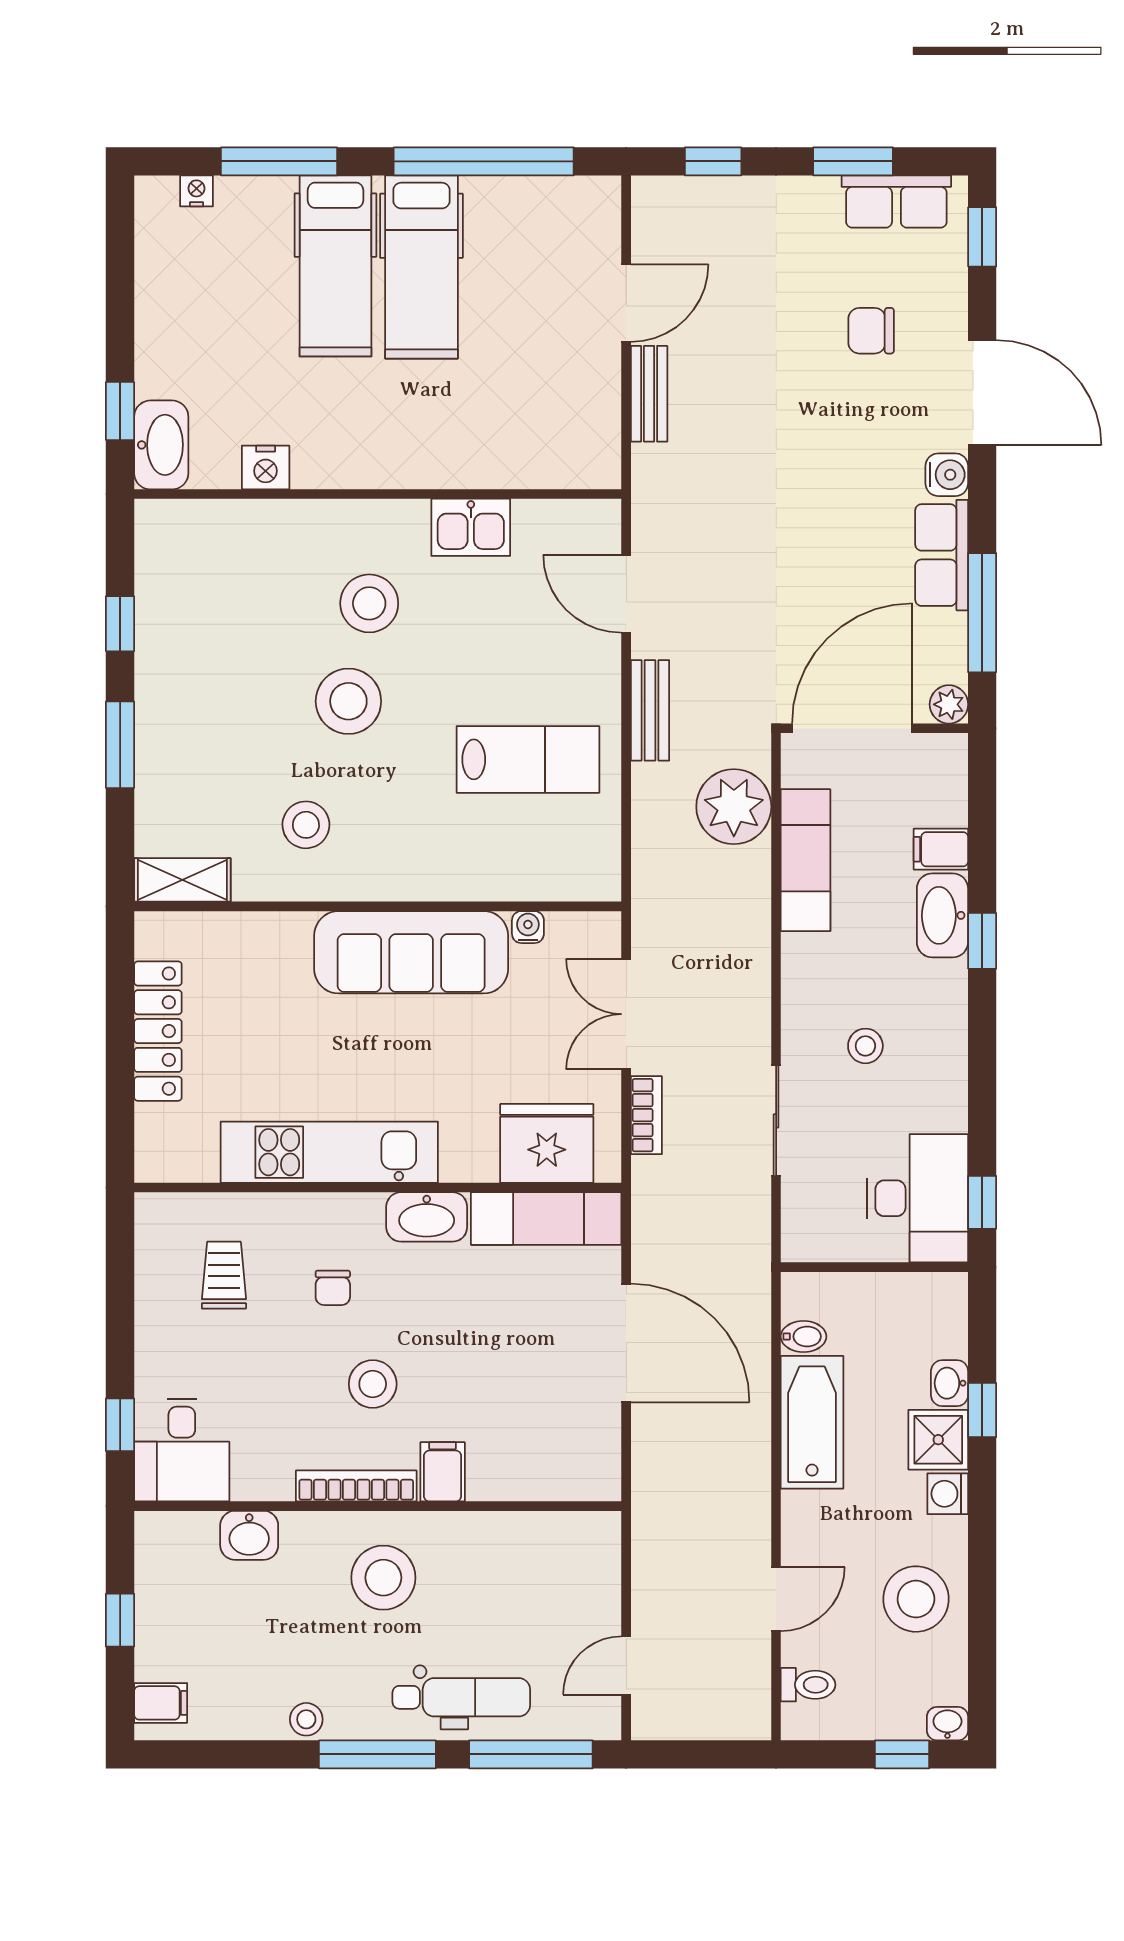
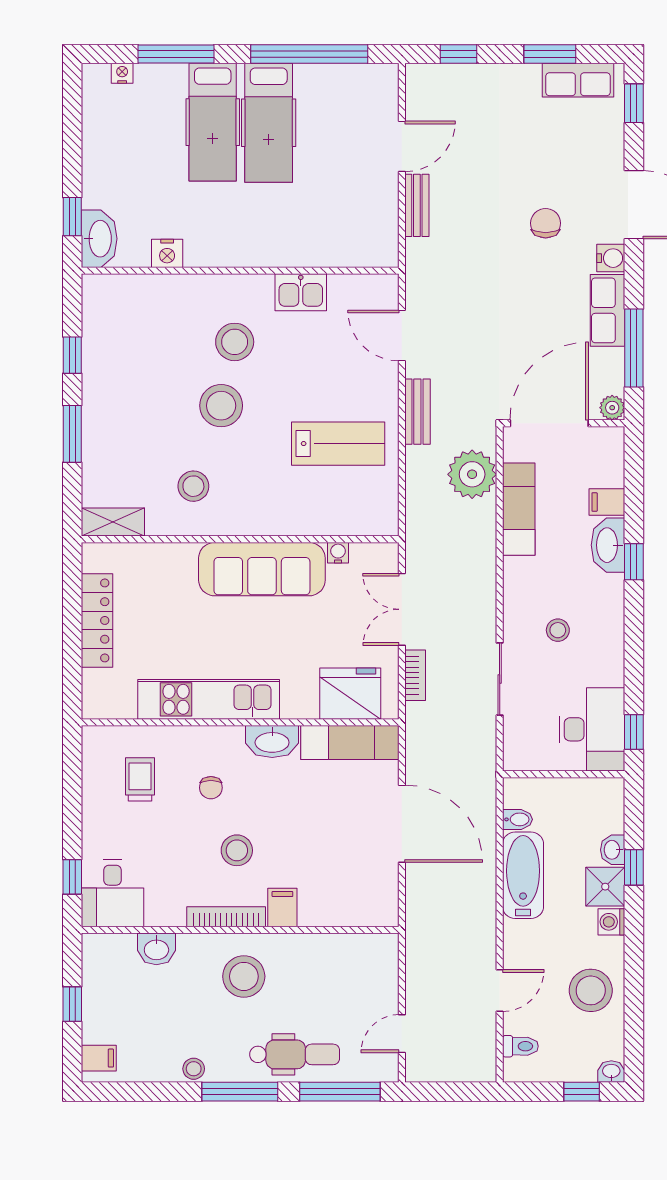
chair: (871, 331) -> (546, 223), moved, turned 90

